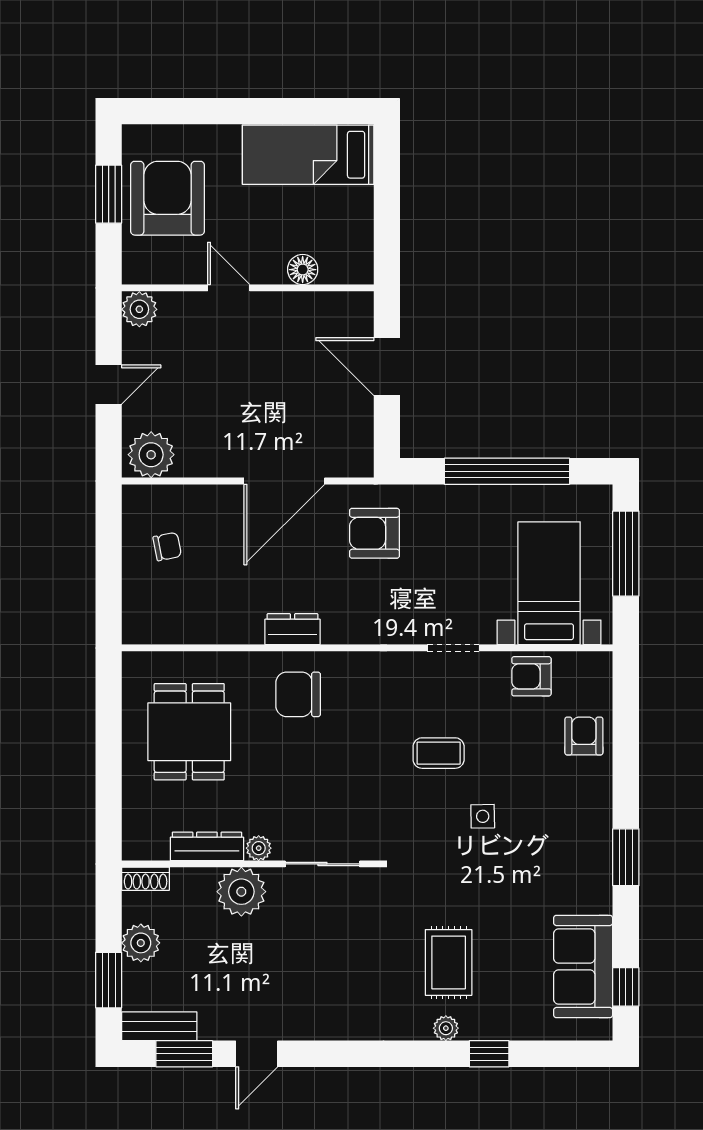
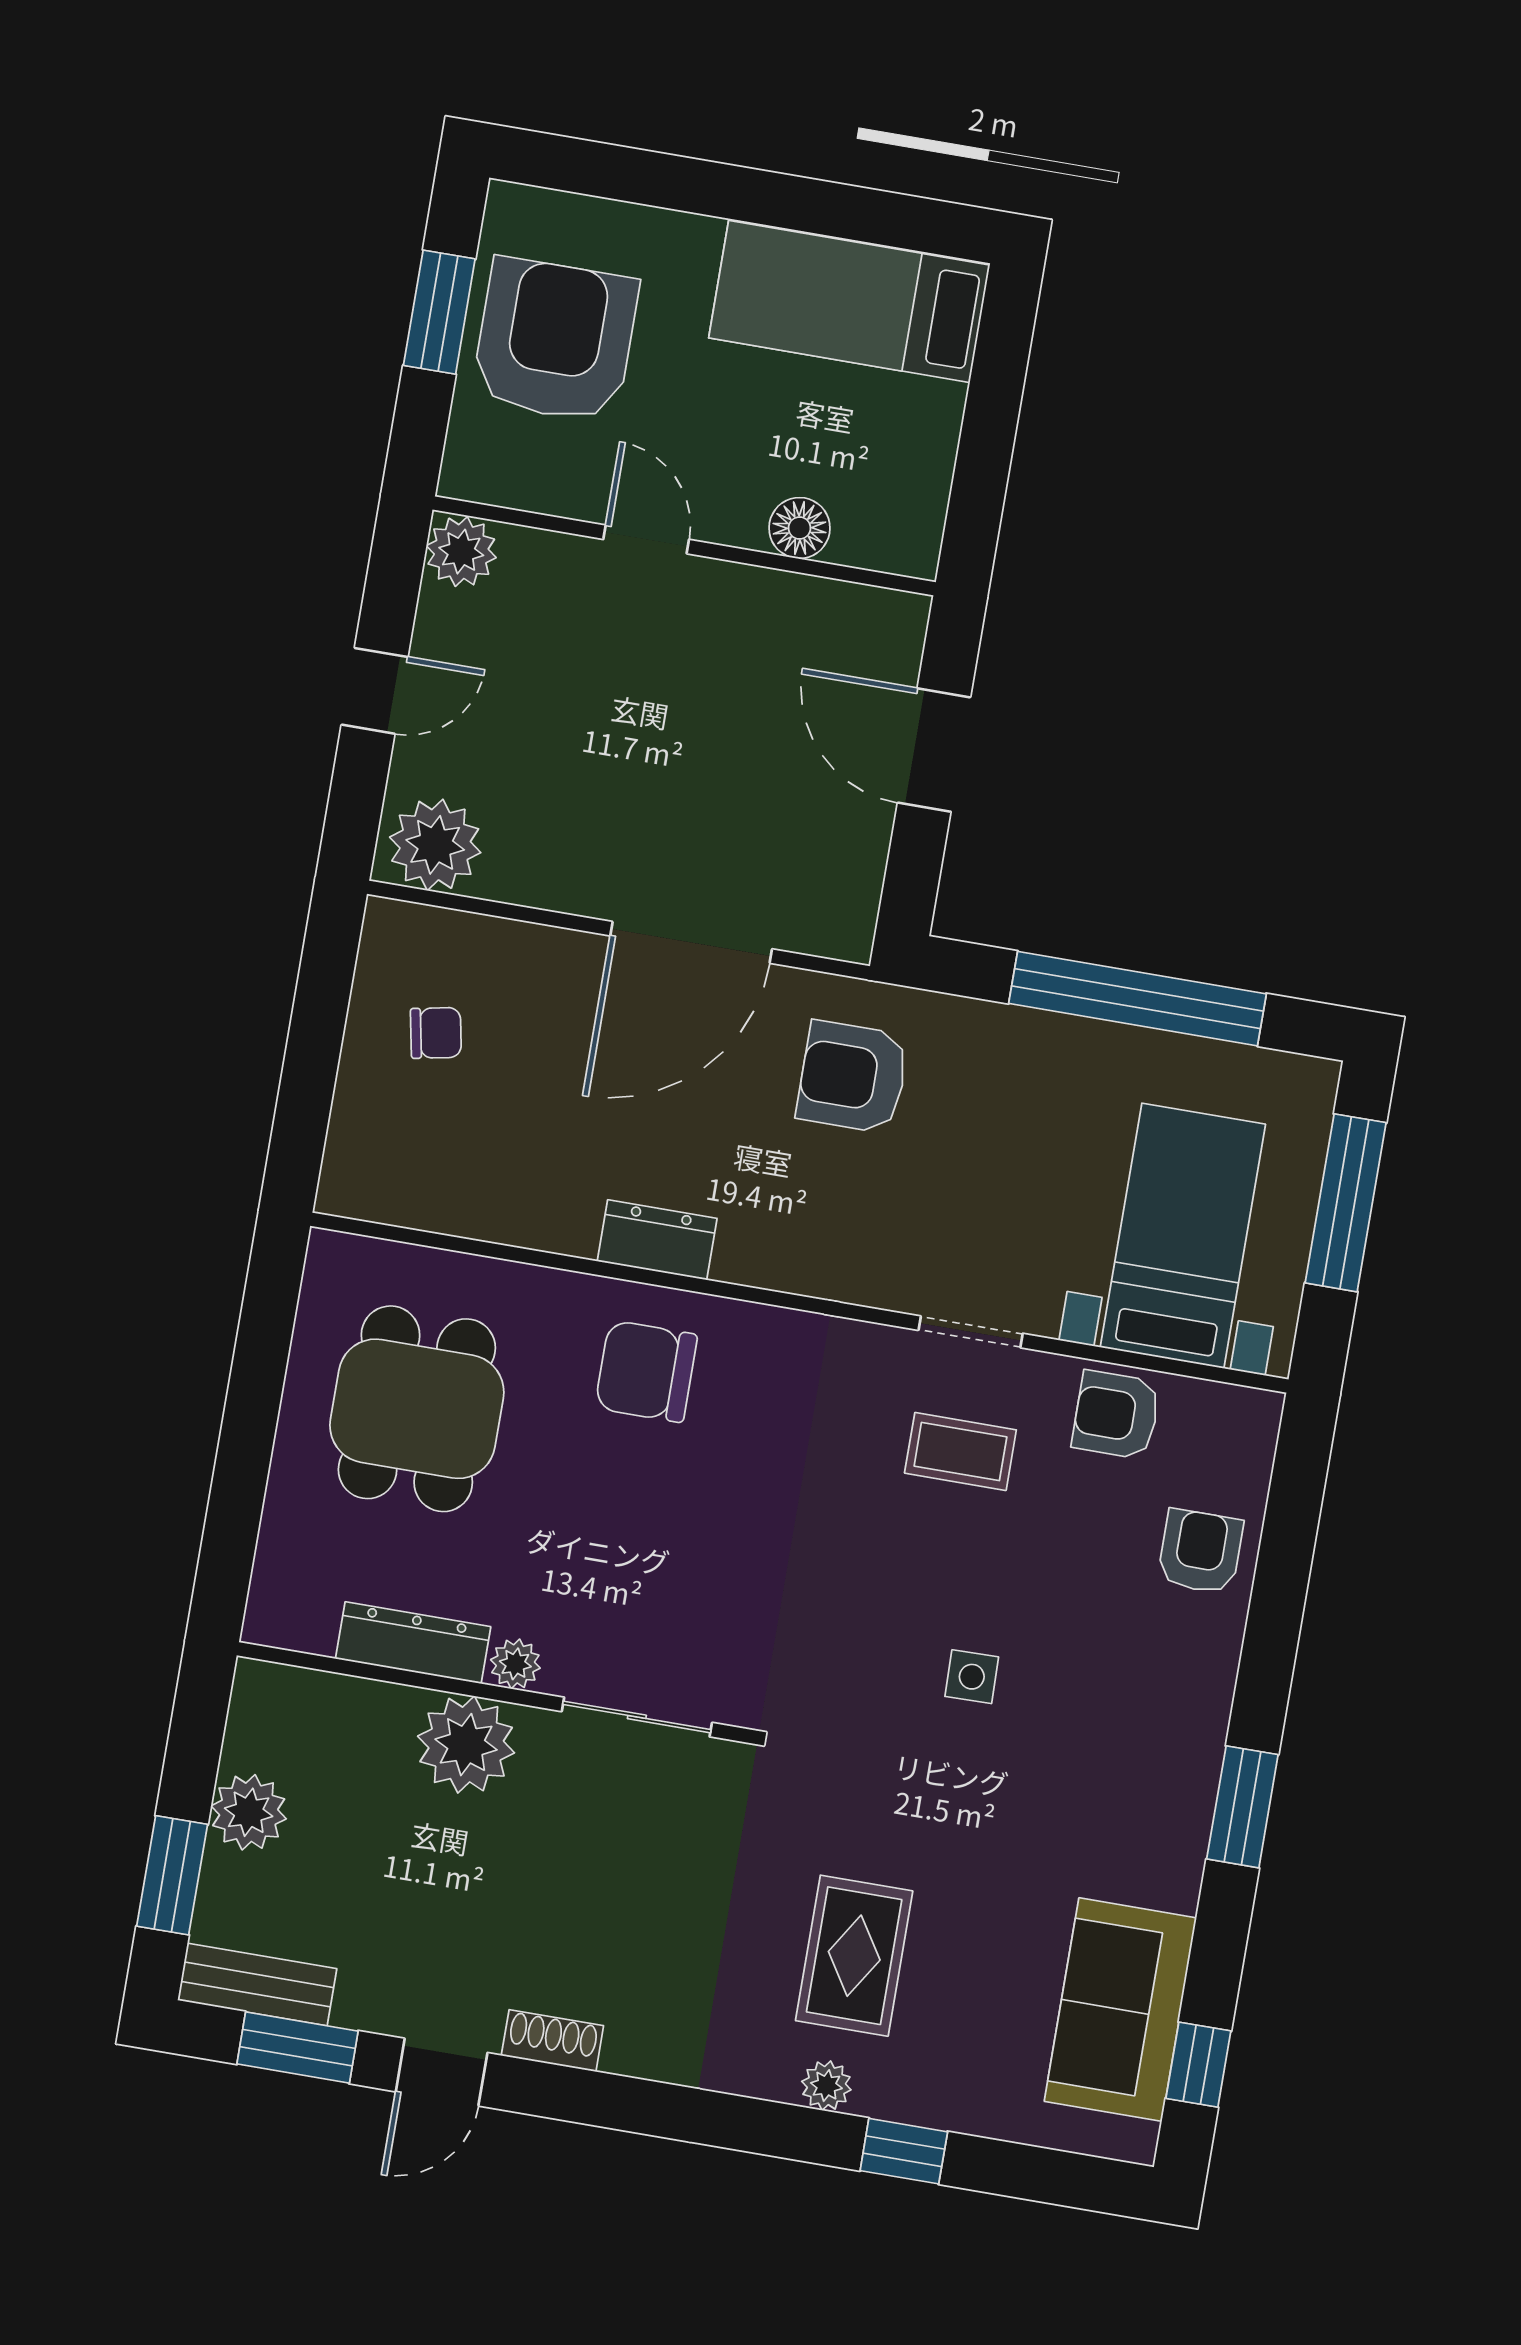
coffee table: (439, 753) -> (960, 1452), moved
shoe rack: (146, 879) -> (552, 2041), moved, turned 180

